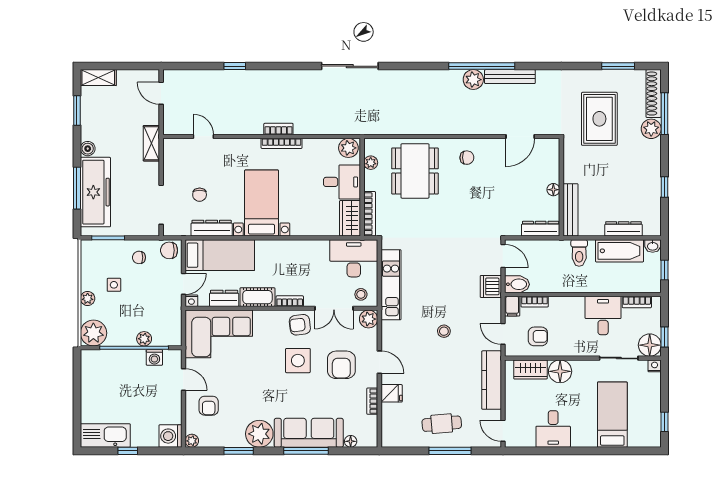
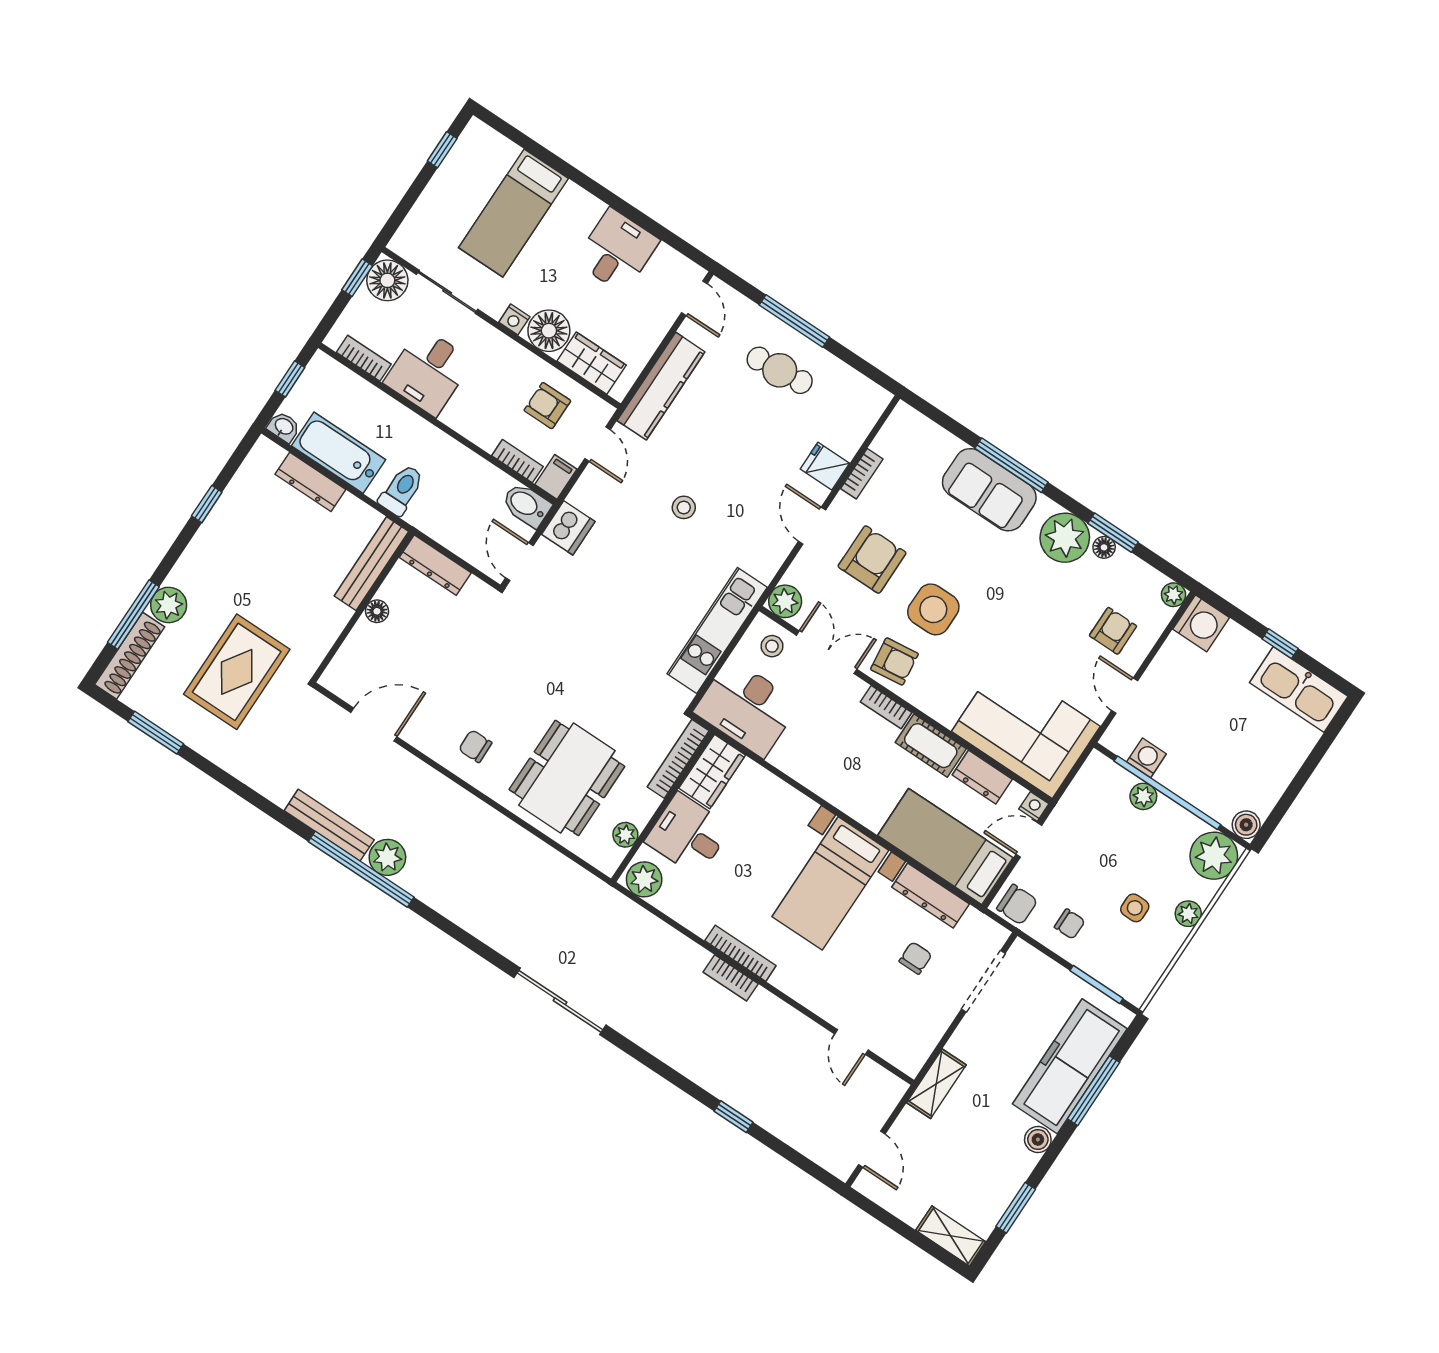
boiler: (88, 357) -> (1246, 825), added
nightstand: (655, 366) -> (514, 320), moved
sofa: (309, 433) -> (989, 490), width x0.73
floor lamp: (351, 441) -> (1104, 547), moved

